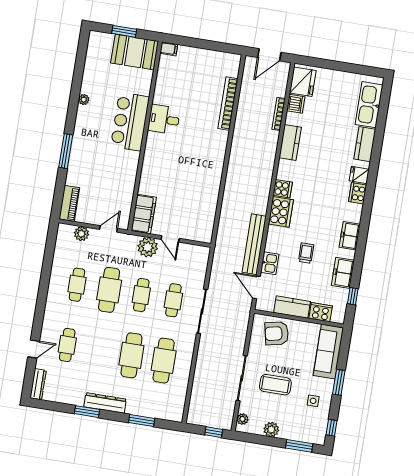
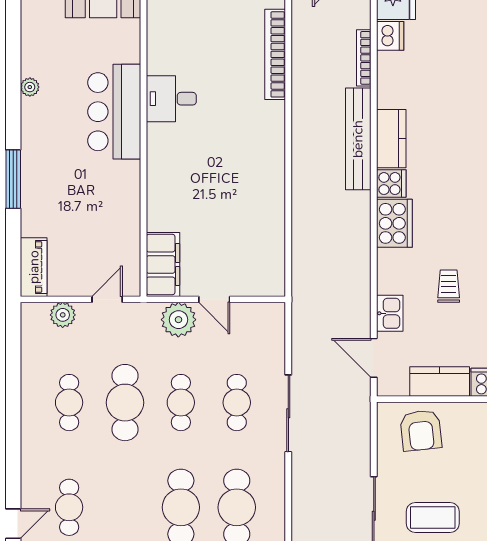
kitchen counter: (290, 143) -> (391, 139), moved
bench: (254, 244) -> (358, 139), moved
armchair: (277, 333) -> (421, 430), turned -84

